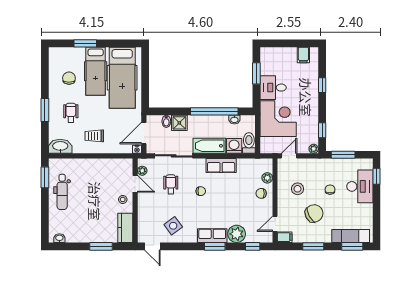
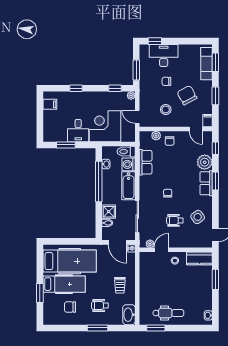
row of seats: (221, 166) -> (146, 162), moved
wheelchair: (171, 184) -> (175, 220), moved

